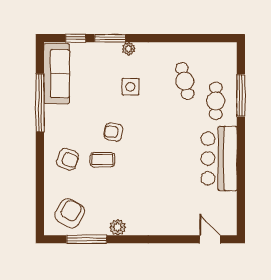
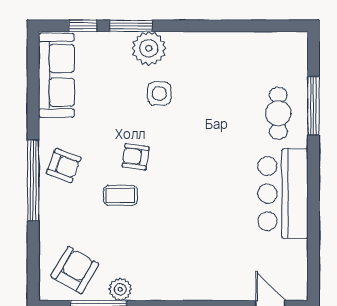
plant: (129, 49) -> (149, 48), width x1.88, depth x1.88
cafe table: (185, 81) -> (235, 86), removed
window: (40, 103) -> (33, 181), moved
armchair: (68, 159) -> (64, 165), moved
plant: (118, 227) -> (120, 289), moved

